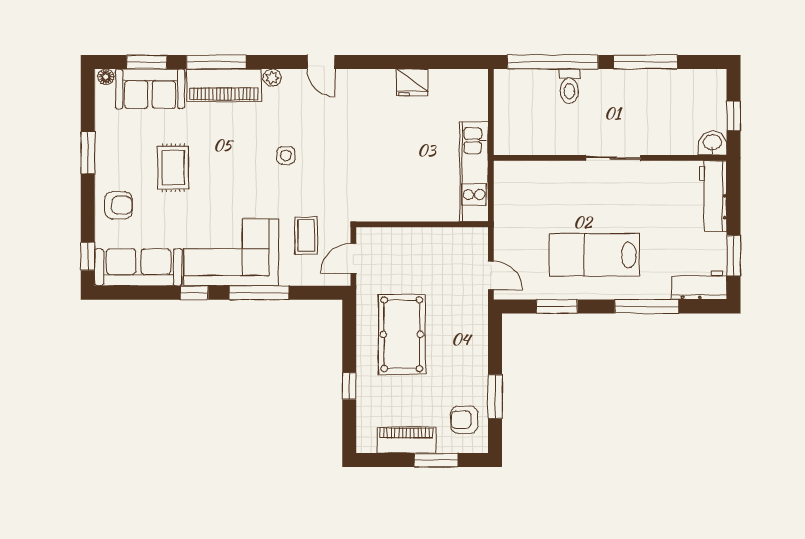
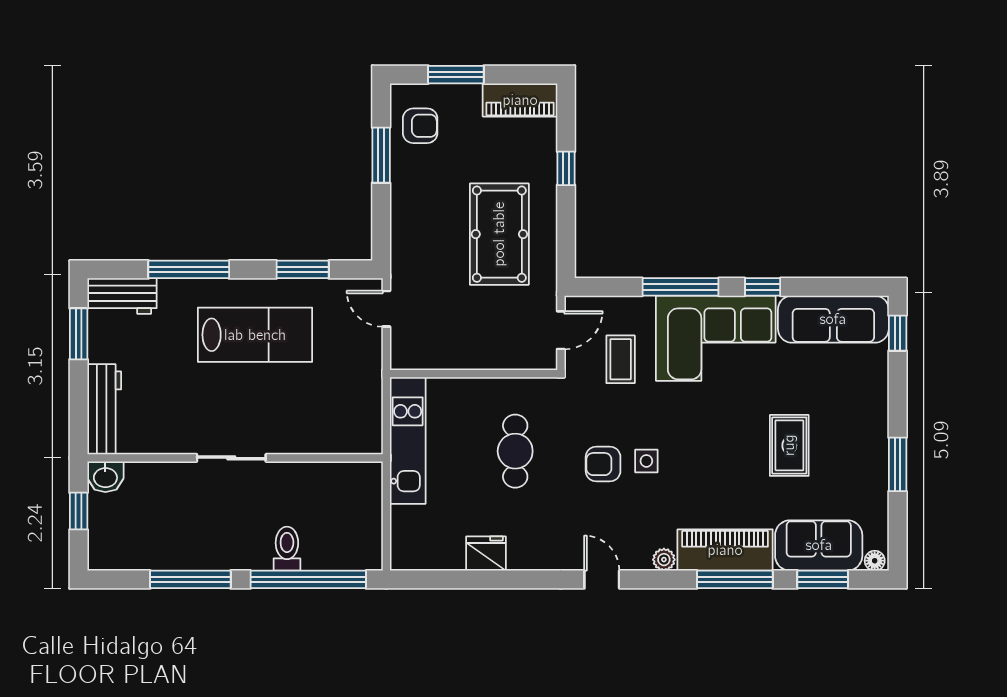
cafe table: (389, 163) -> (515, 451), added
armchair: (119, 205) -> (603, 464), moved
piano: (407, 440) -> (520, 100), moved

